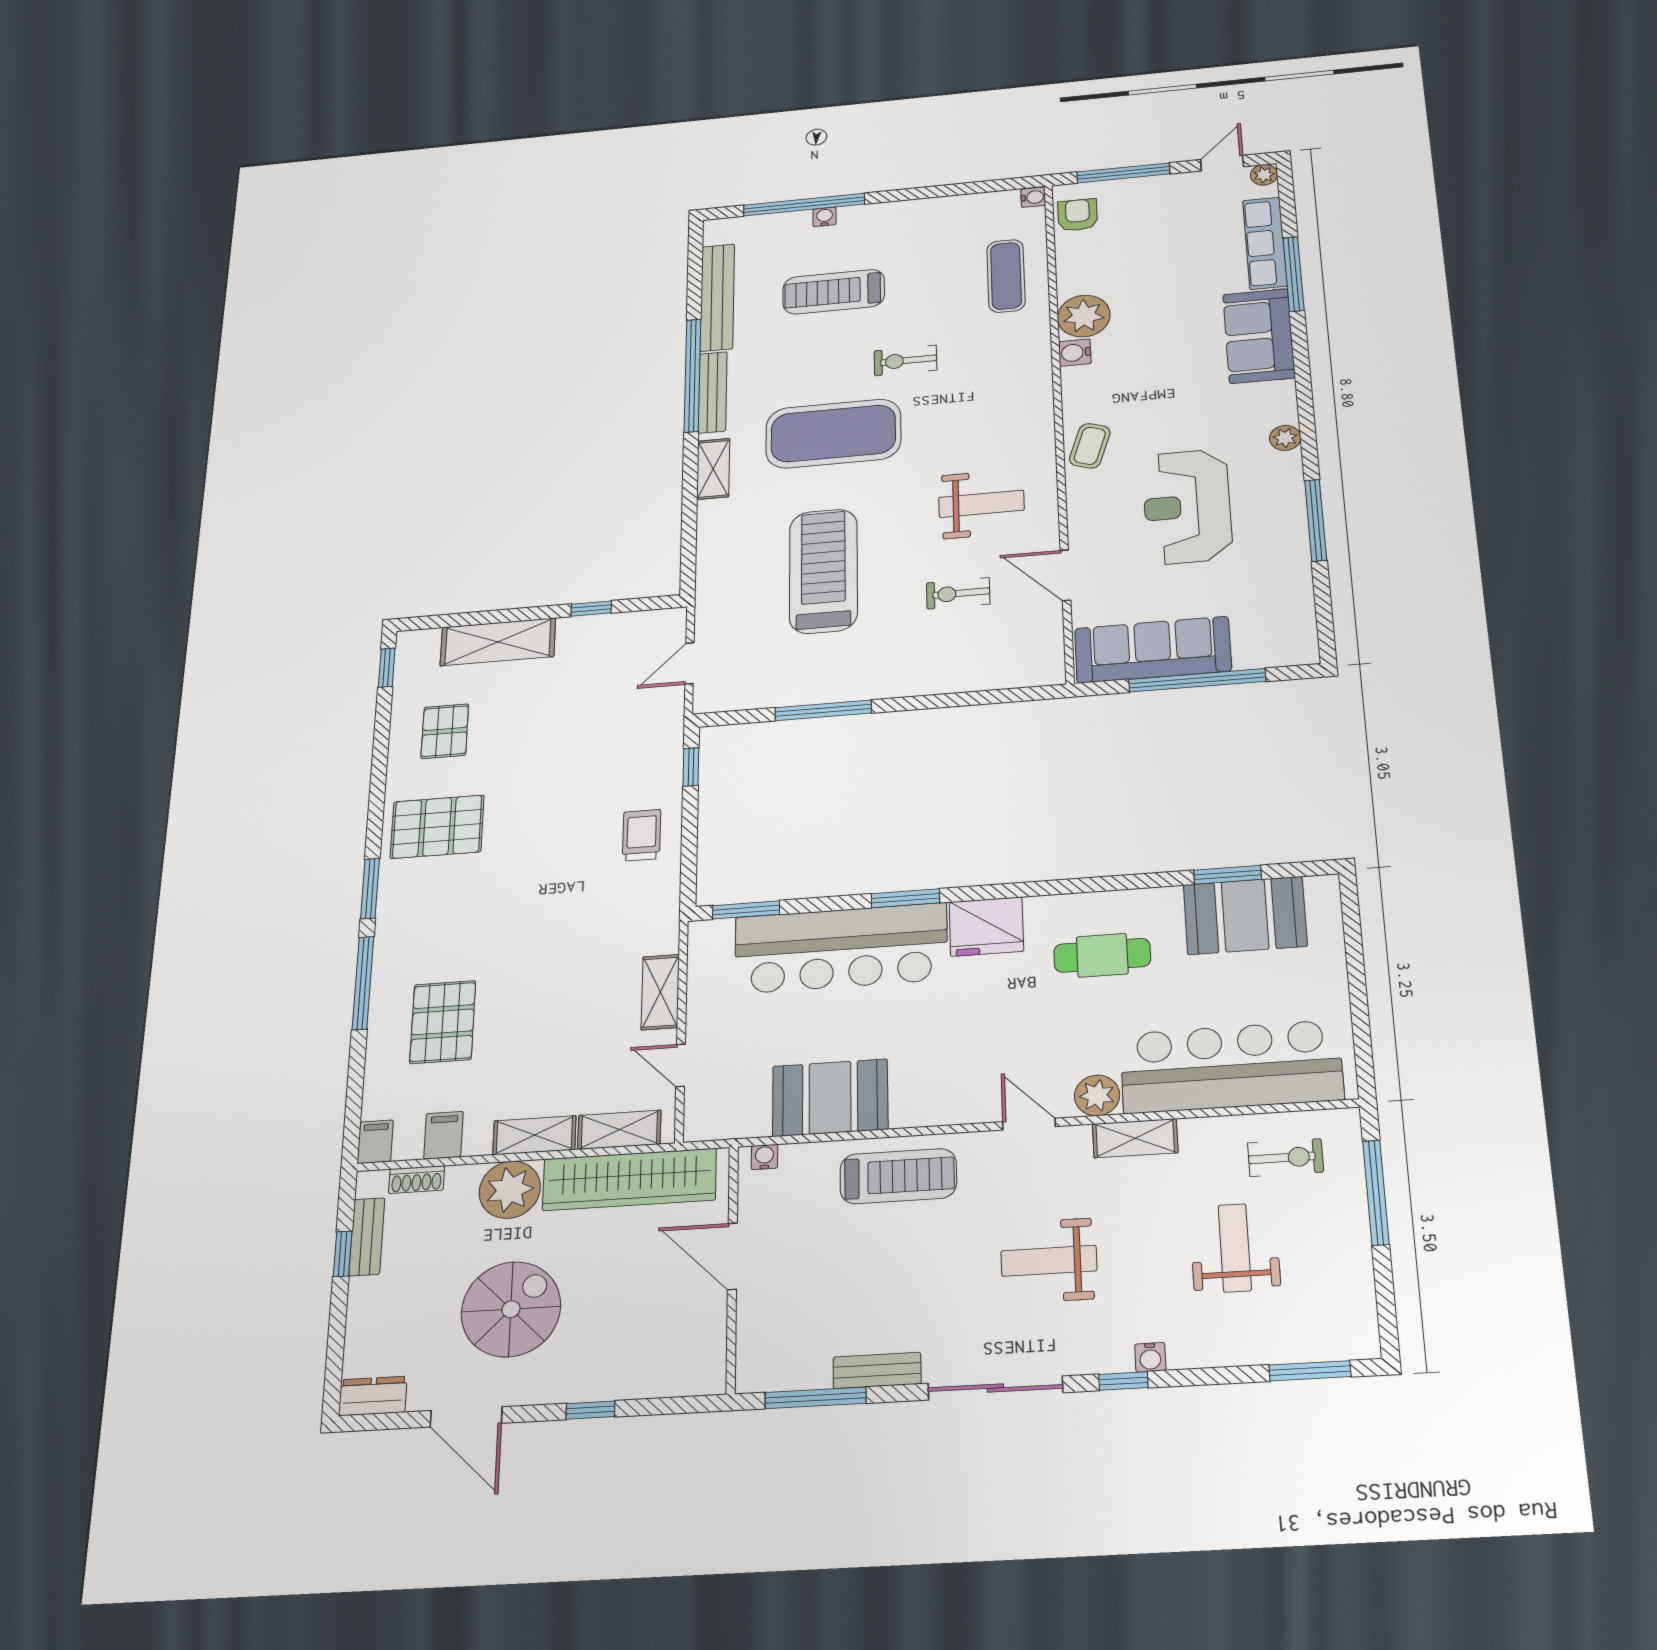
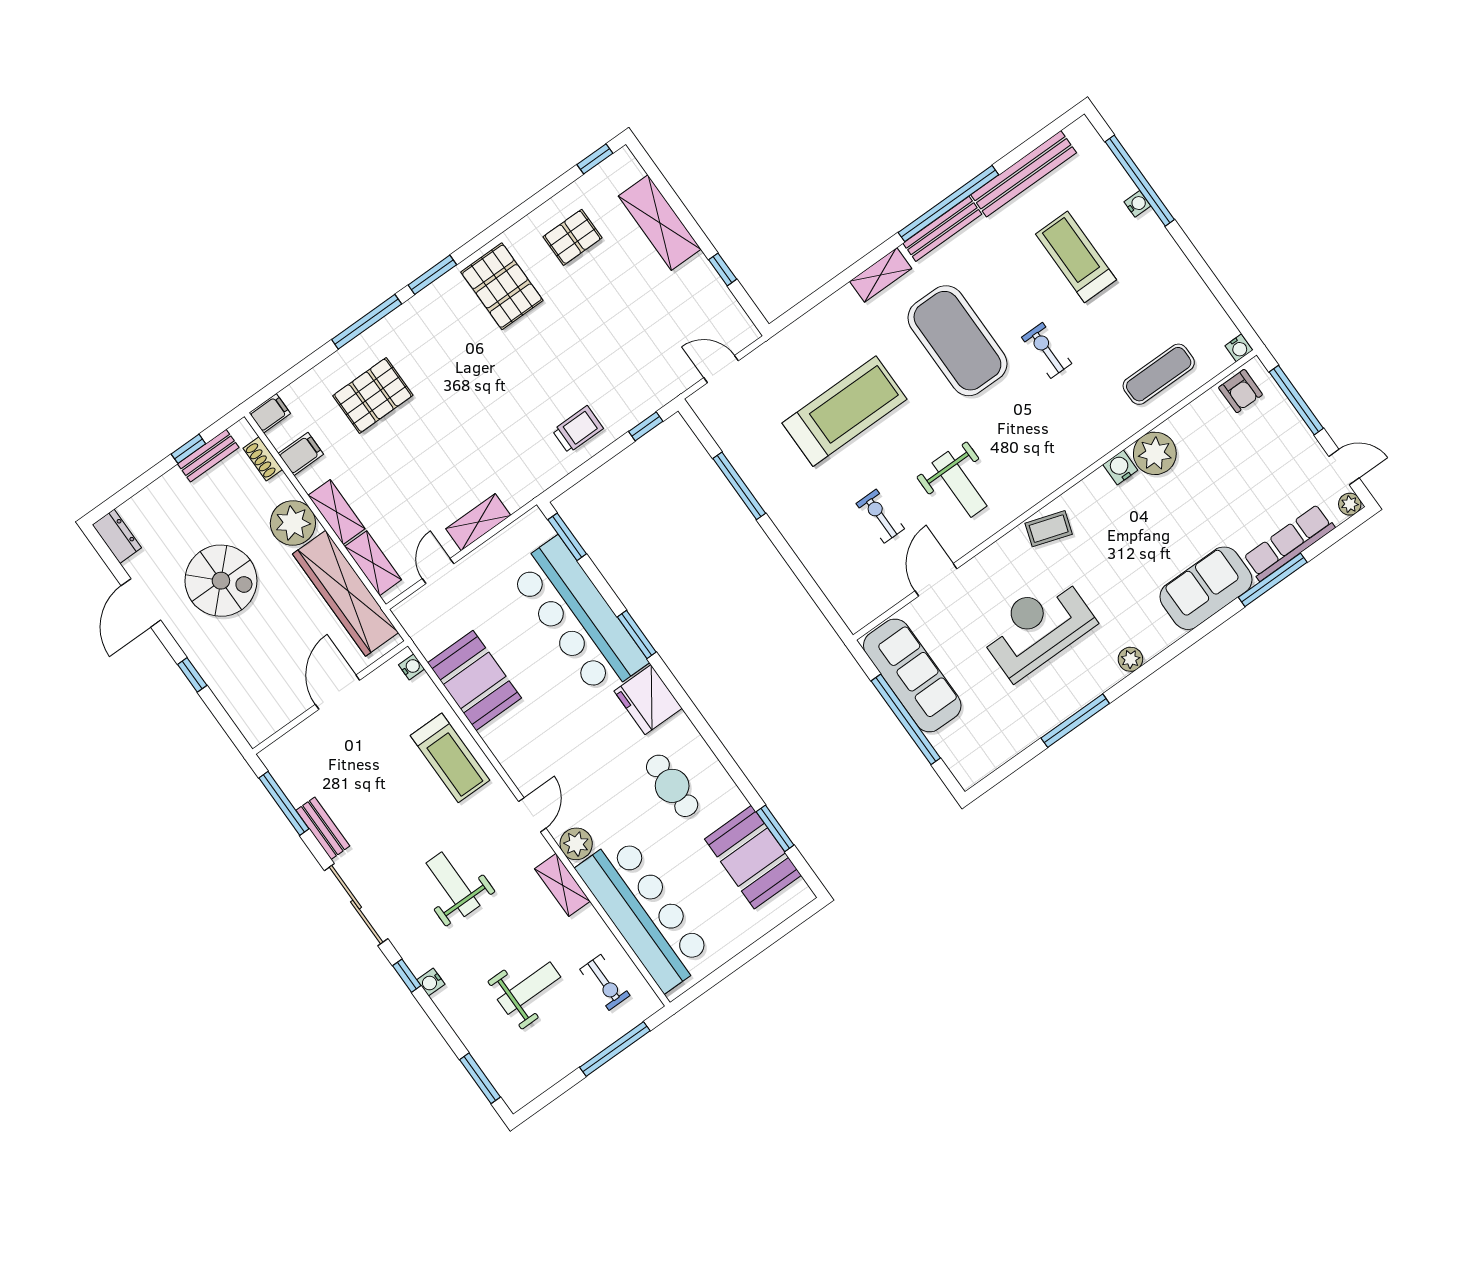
armchair: (1078, 215) -> (1241, 391), turned 90

